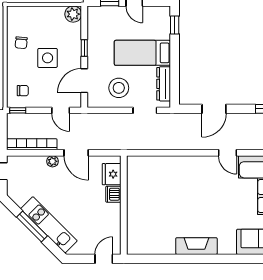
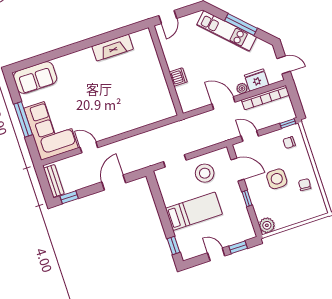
door: (84, 81) -> (237, 170), hinge flipped
dresser: (164, 84) -> (166, 190), removed
fridge: (112, 174) -> (257, 80), moved, turned -90
fireplace: (196, 246) -> (113, 48), moved

